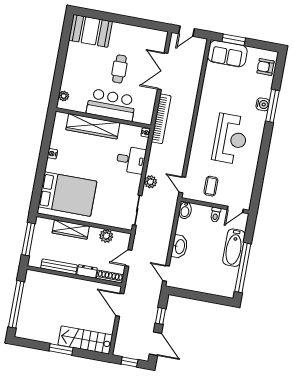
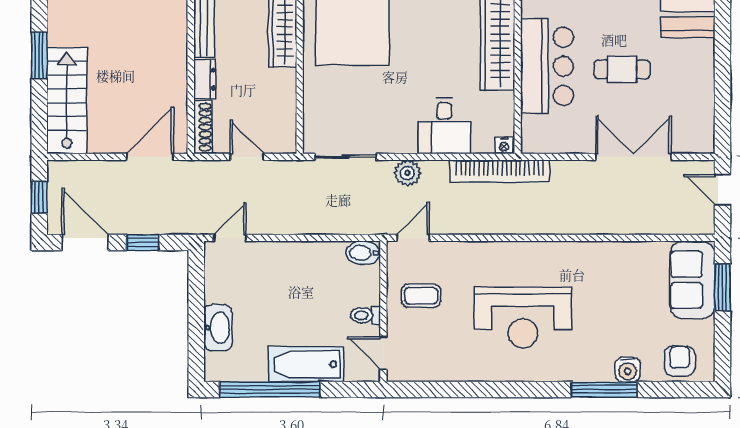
water cooler: (263, 104) -> (628, 369), moved
bookcase: (161, 119) -> (500, 171), moved
plant: (106, 236) -> (283, 104), removed
washbasin: (180, 247) -> (218, 328), moved, turned -90
door: (155, 344) -> (85, 242), swing flipped

